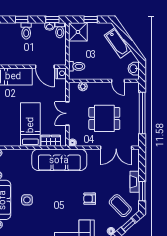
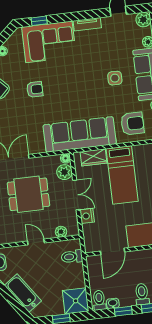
window: (52, 20) -> (123, 311), moved
door: (45, 67) -> (112, 251), swing flipped
nightstand: (61, 73) -> (87, 216), moved
door: (118, 81) -> (36, 242), moved
plant: (75, 132) -> (64, 172), added
armchair: (18, 163) -> (132, 124), added

